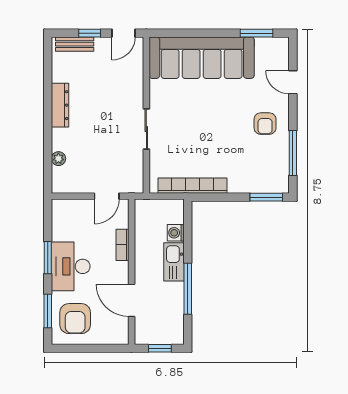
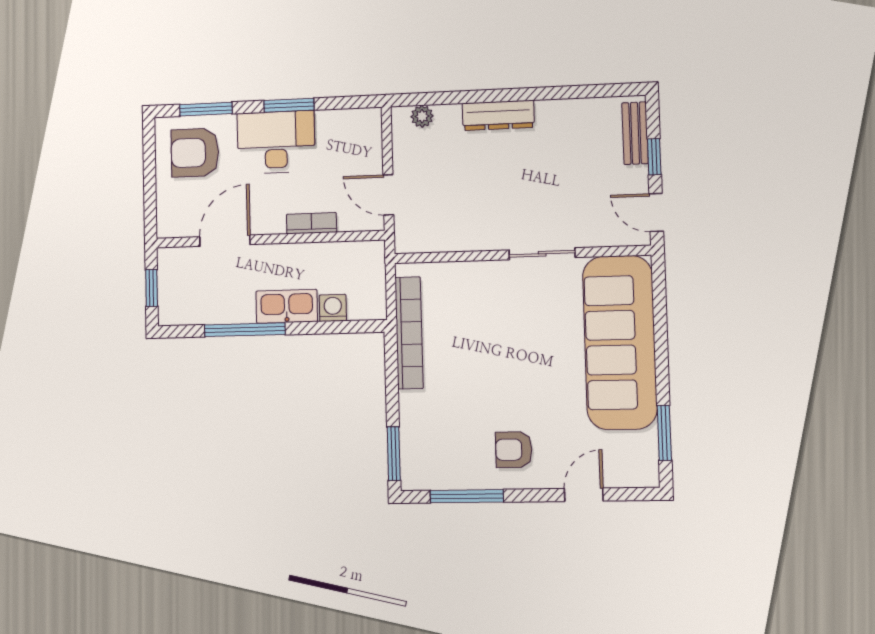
dresser: (60, 105) -> (498, 115), moved
sliding door: (146, 129) -> (542, 254), moved
plant: (58, 159) -> (422, 116), moved

